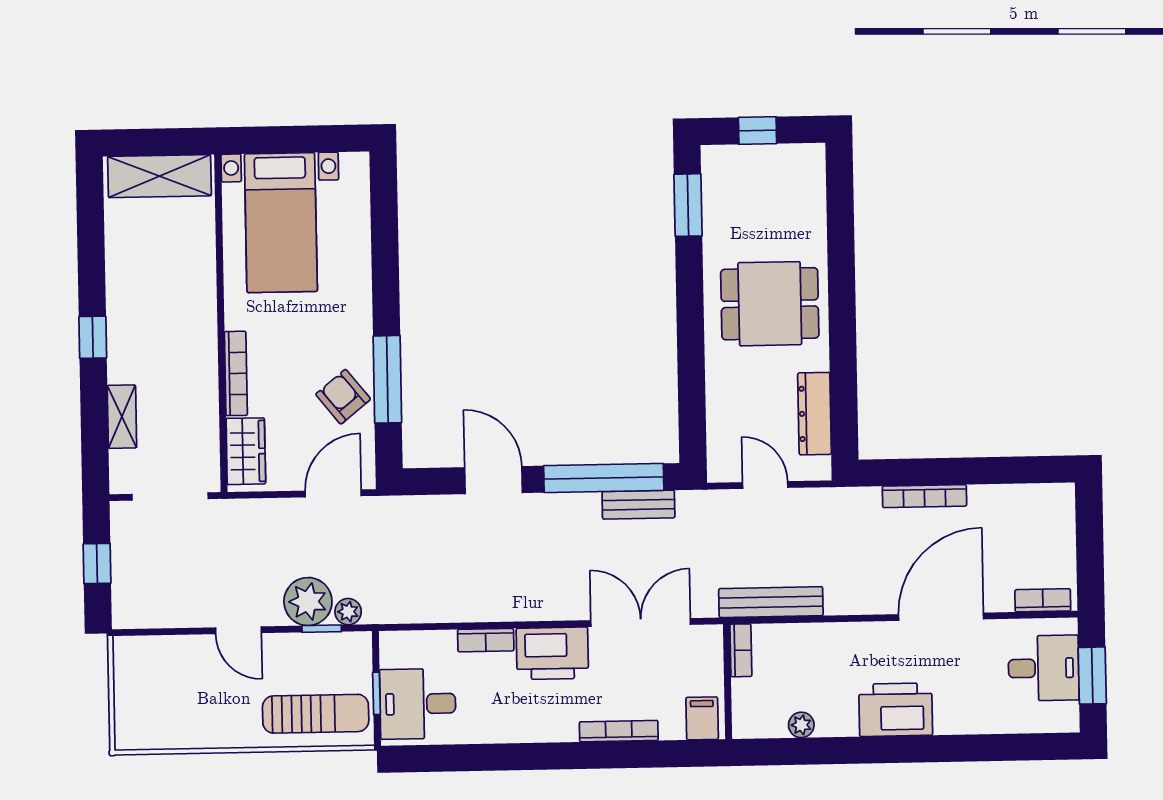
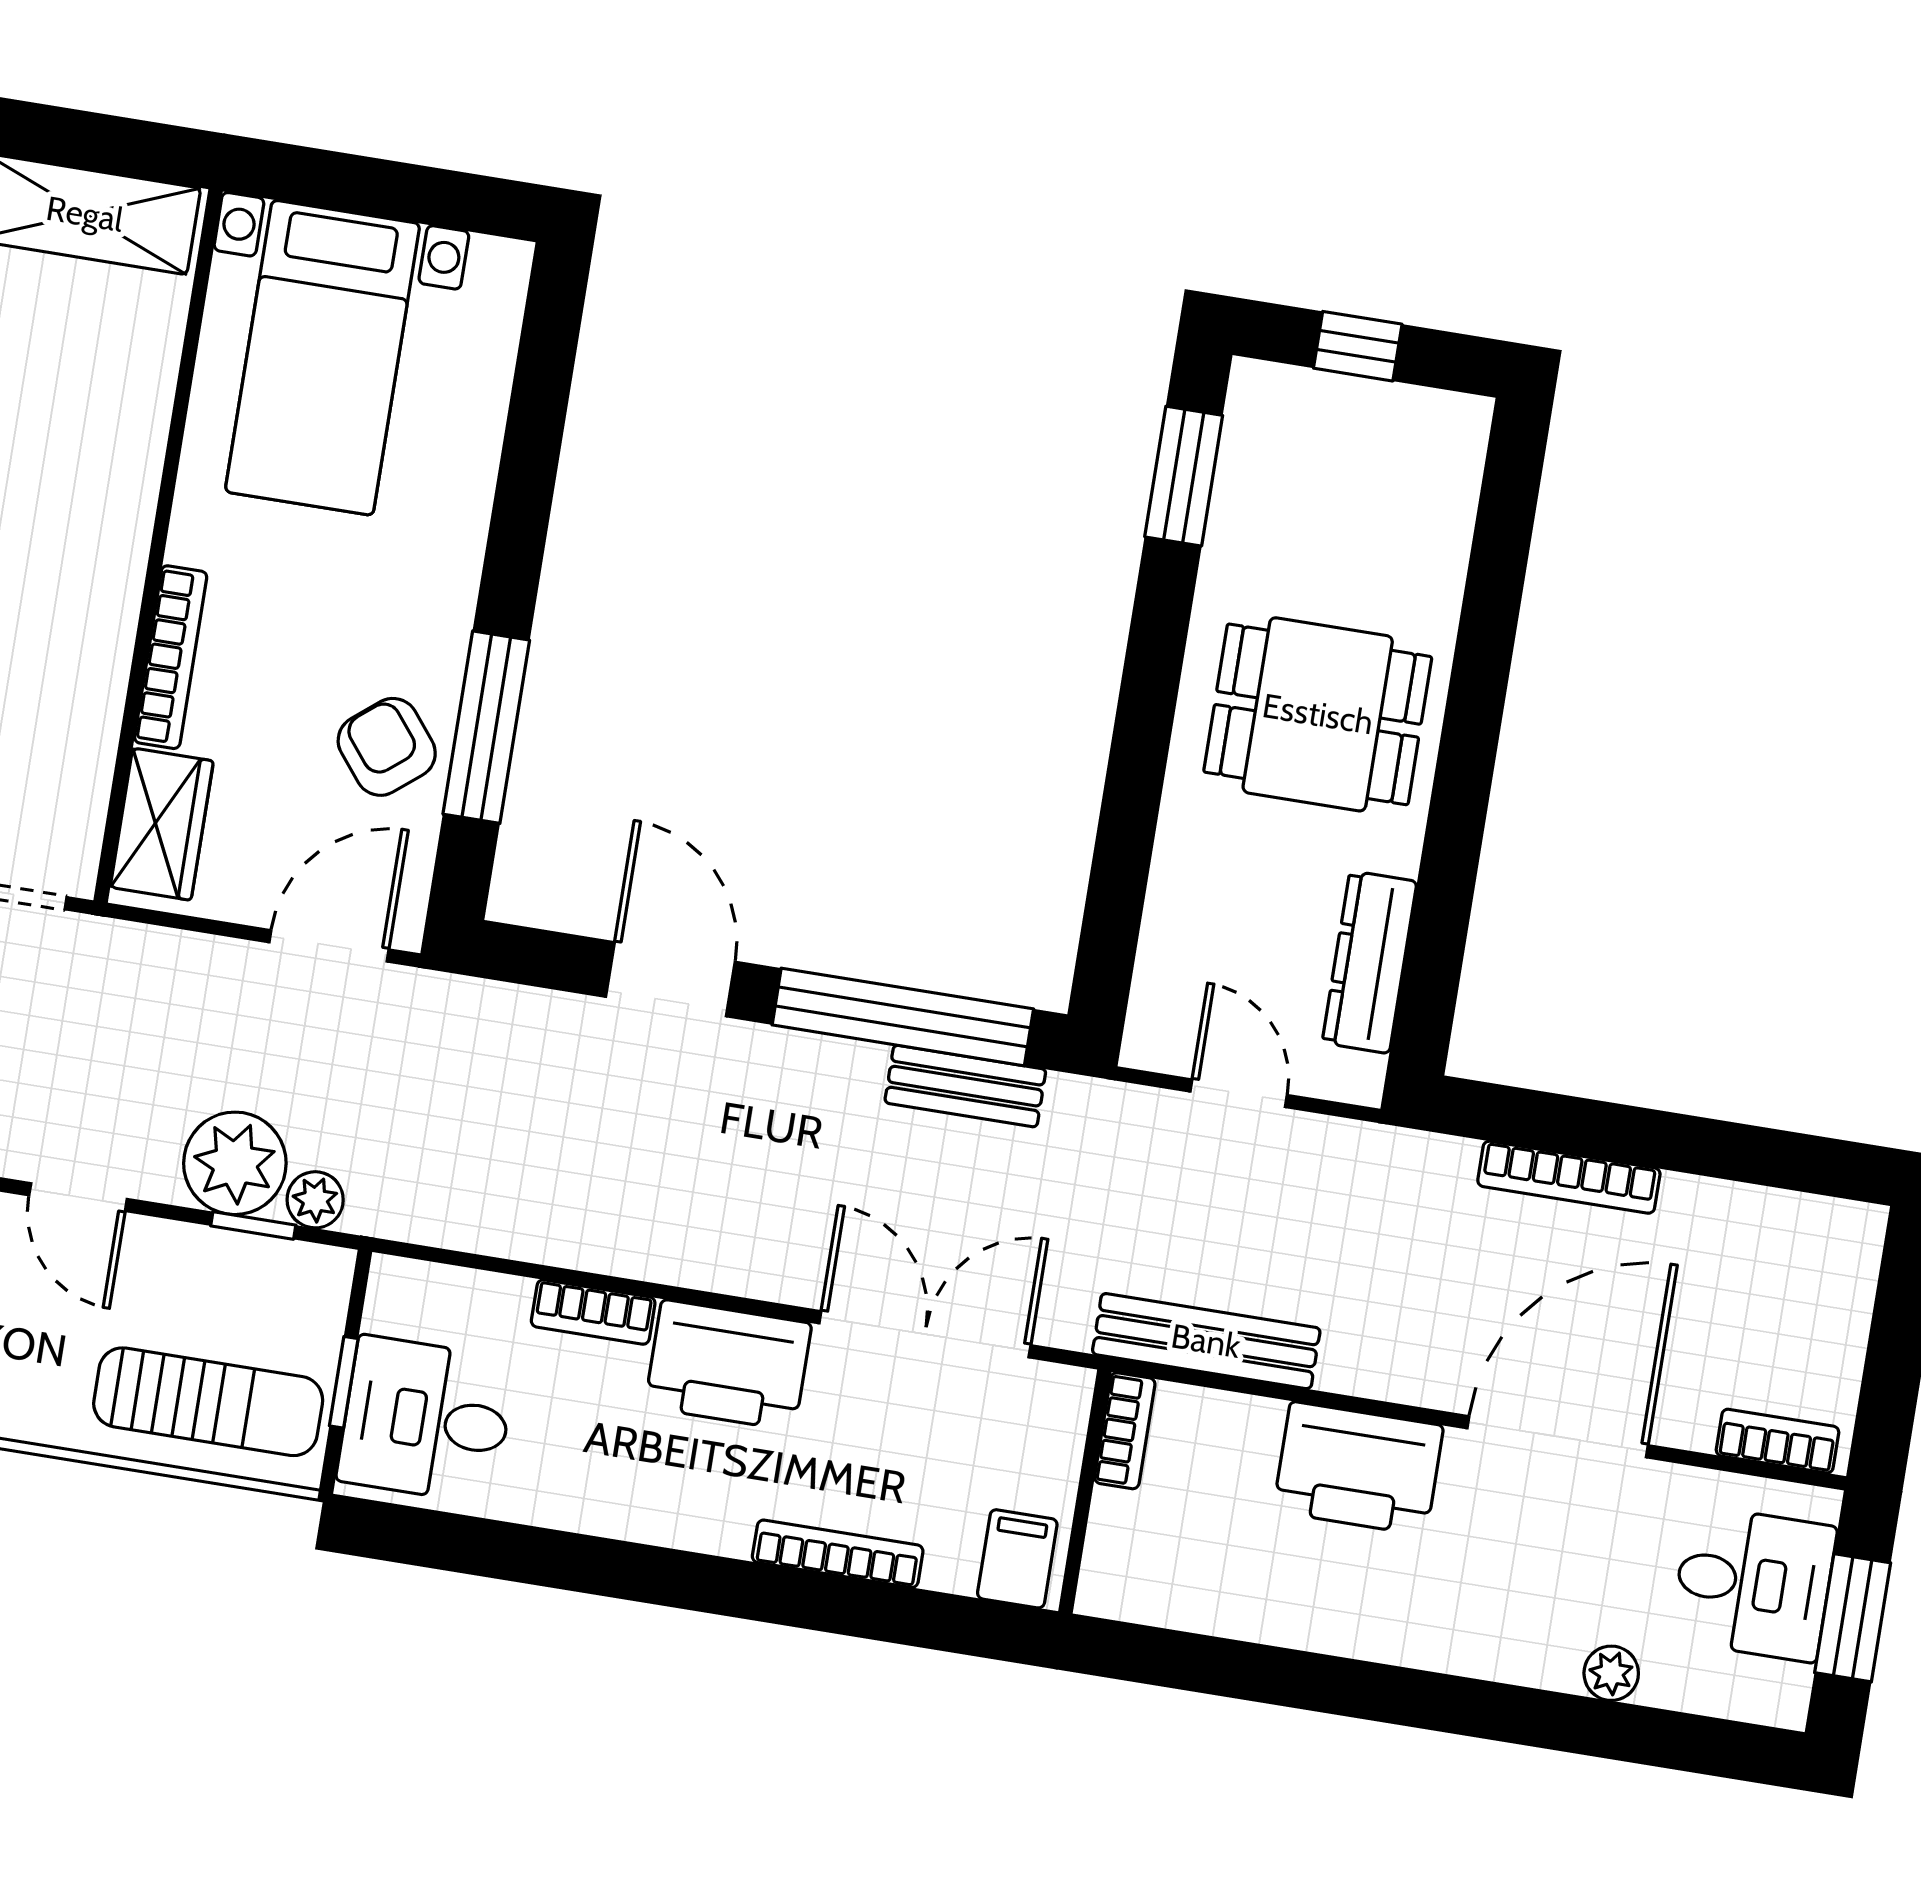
printer: (896, 710) -> (1358, 1468), moved, turned 180
plant: (801, 725) -> (1611, 1673), moved

